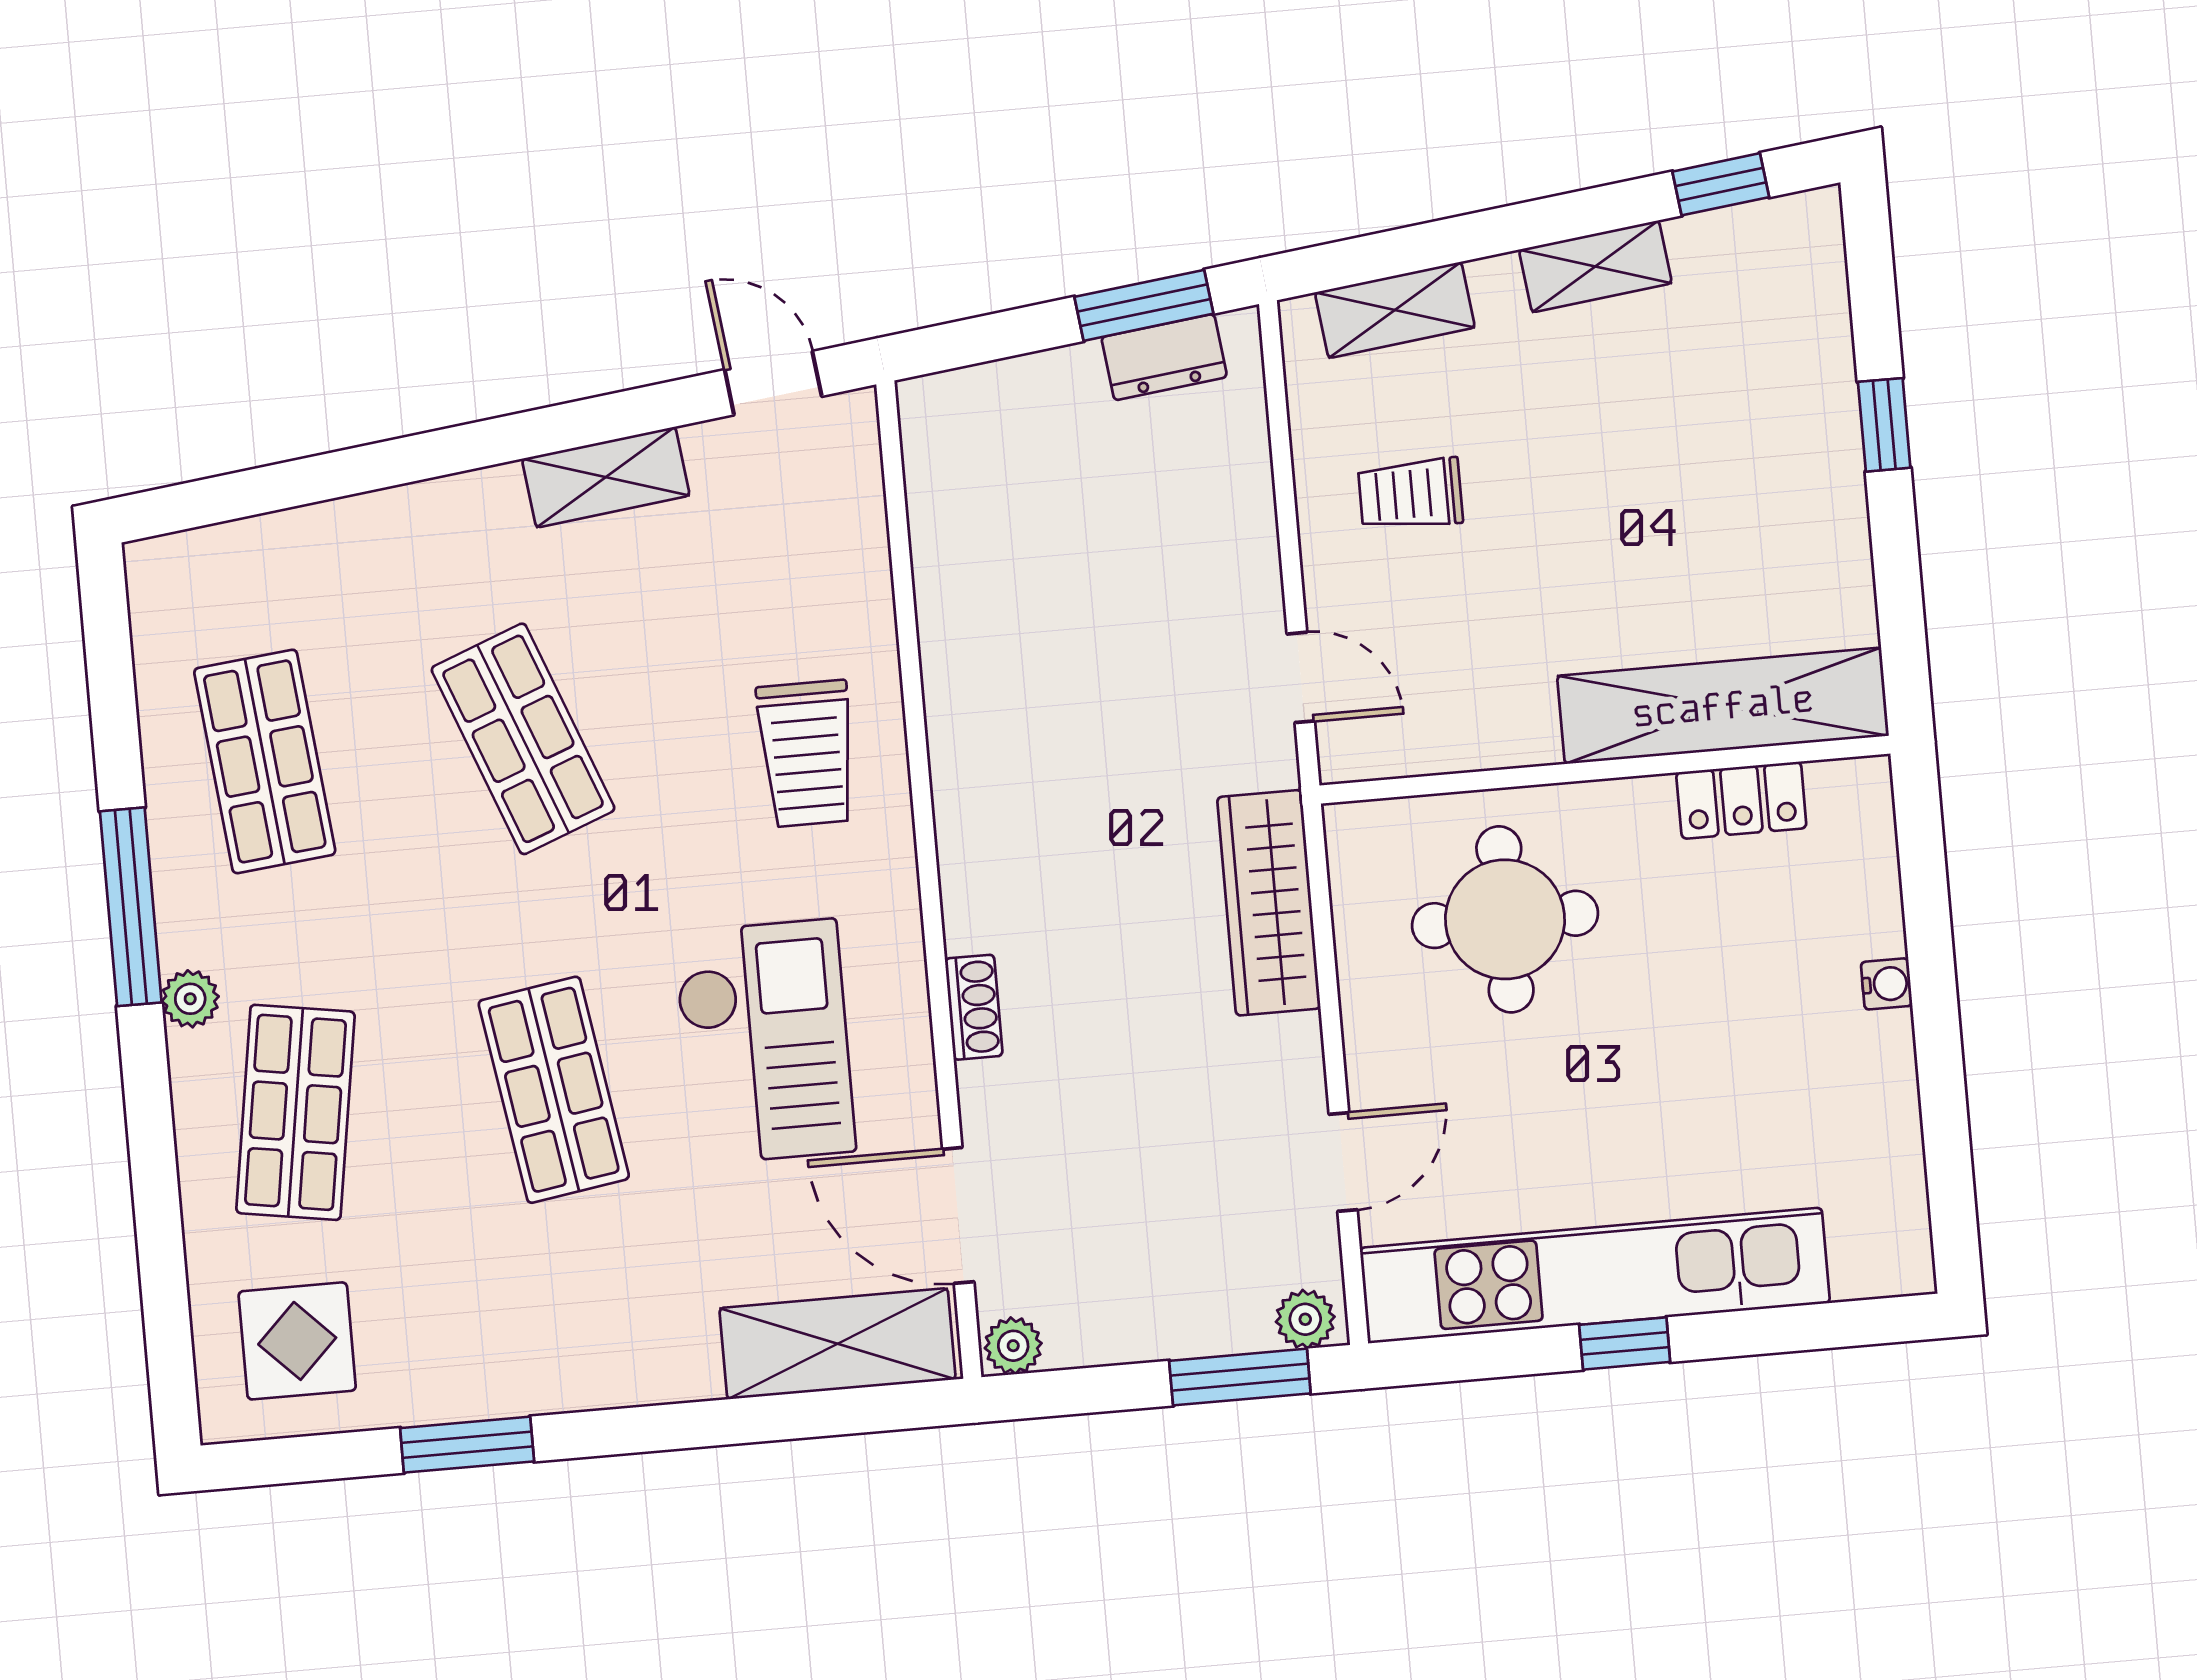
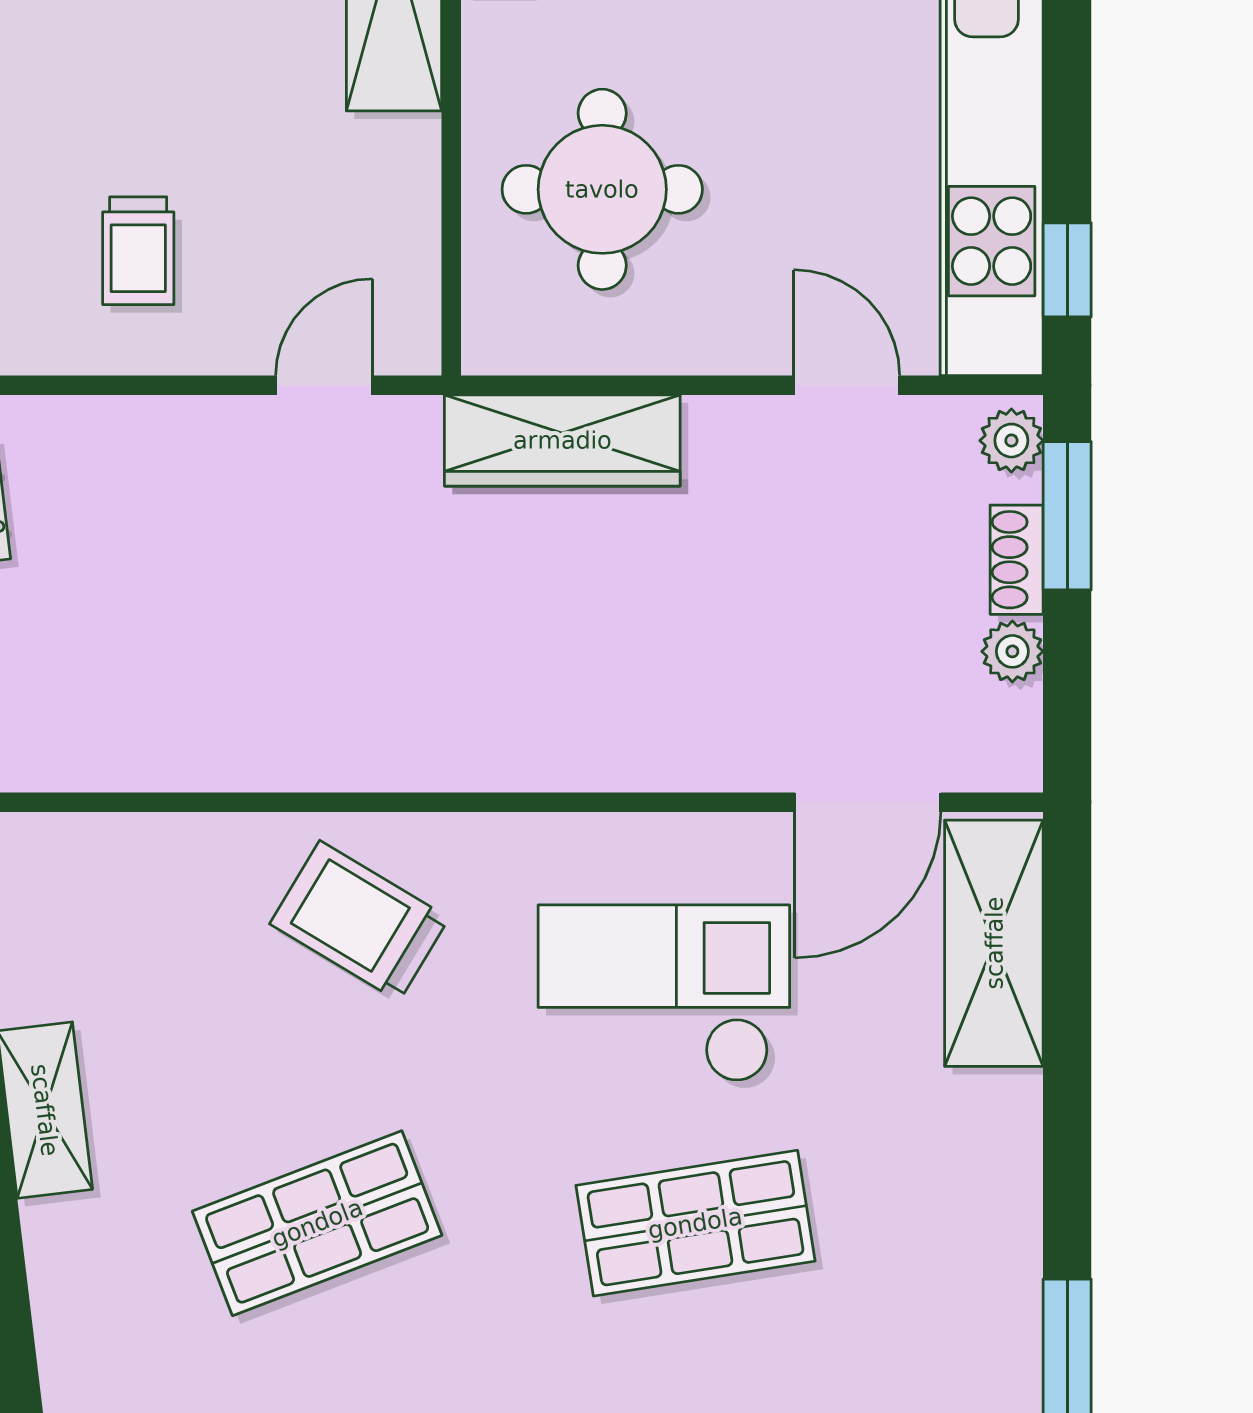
trolley: (807, 754) -> (359, 921), turned -149
shoe rack: (974, 1007) -> (1017, 560), moved, turned -90
window: (1625, 1343) -> (1067, 270), moved
plant: (1013, 1346) -> (1012, 651), moved

